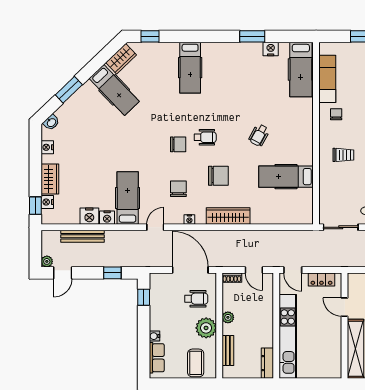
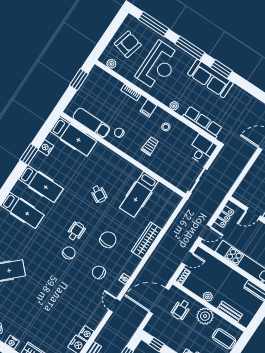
hospital bed: (128, 198) -> (41, 184), moved, turned 180
wardrobe: (228, 216) -> (147, 240), moved
wheelchair: (196, 299) -> (181, 310), turned 180

